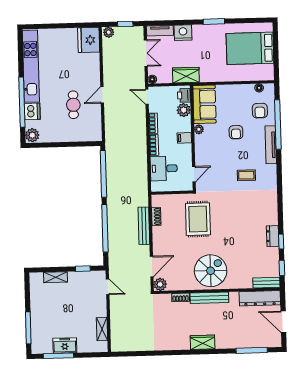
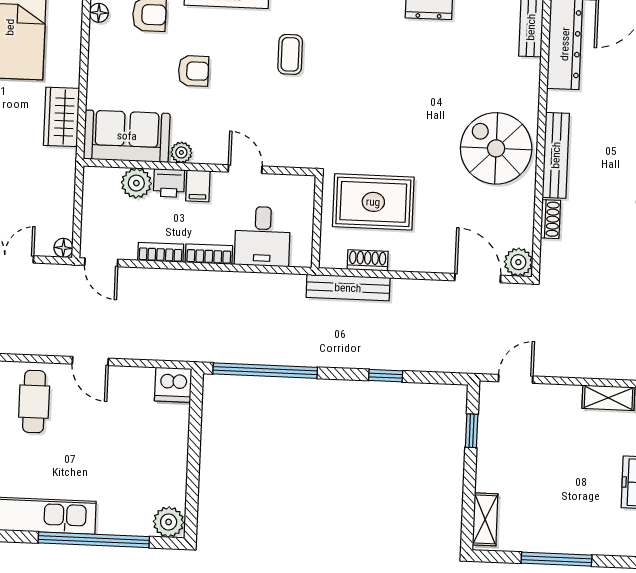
wardrobe: (186, 75) -> (62, 117), moved
printer: (184, 95) -> (169, 183), moved
door: (147, 97) -> (101, 262), hinge flipped
cafe table: (73, 105) -> (34, 402), moved, turned 90
dishwasher: (32, 111) -> (173, 385), moved, turned 180
door: (194, 174) -> (245, 169), moved
rug: (198, 219) -> (373, 202), moved
bench: (144, 226) -> (348, 288), moved
window: (105, 228) -> (386, 376), width x0.32
shelving: (55, 277) -> (485, 519), moved
window: (28, 328) -> (557, 559), moved

